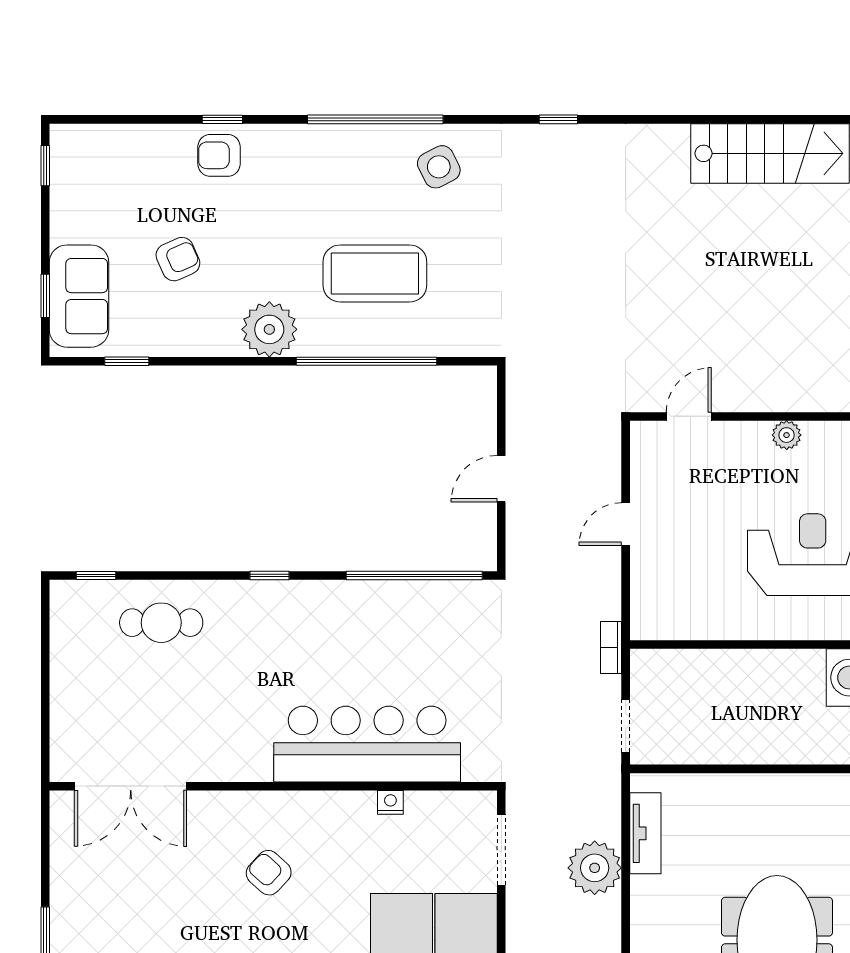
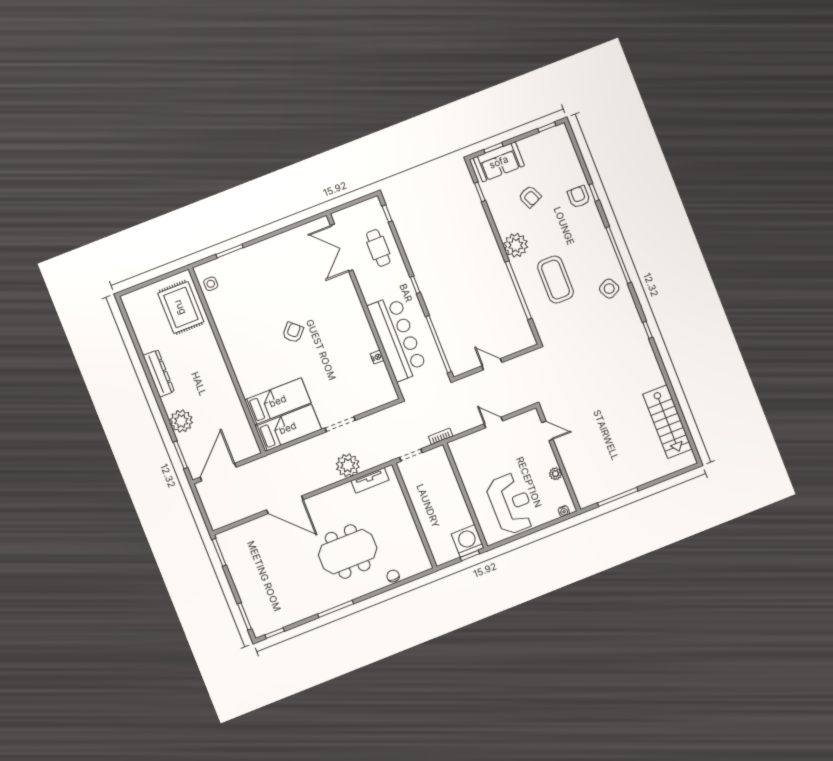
bar counter: (367, 744) -> (397, 338), moved
double door: (131, 786) -> (342, 248), moved
wall: (273, 786) -> (365, 306), moved
nightstand: (390, 802) -> (377, 357), moved

